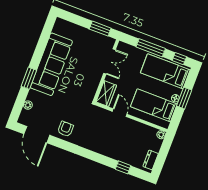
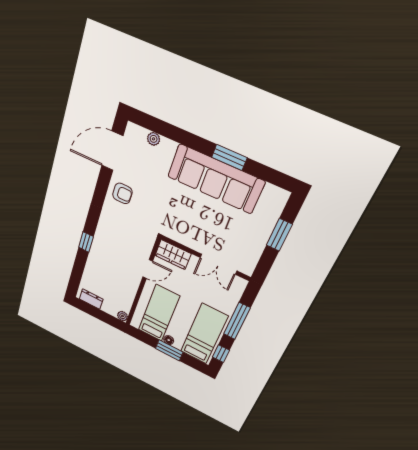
window: (100, 29) -> (279, 235), moved
window: (29, 78) -> (229, 157), moved
window: (123, 167) -> (86, 242), moved

